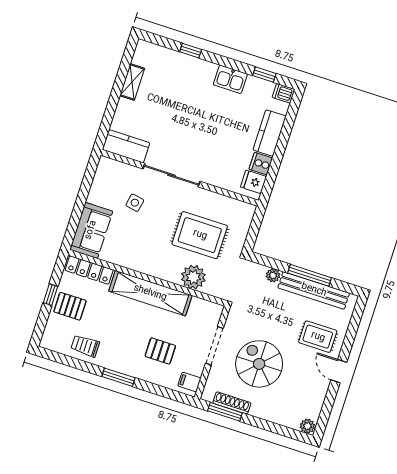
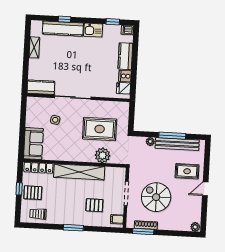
kitchen counter: (184, 64) -> (63, 29), added
trolley: (85, 346) -> (38, 214), moved
door: (339, 371) -> (205, 189), hinge flipped

